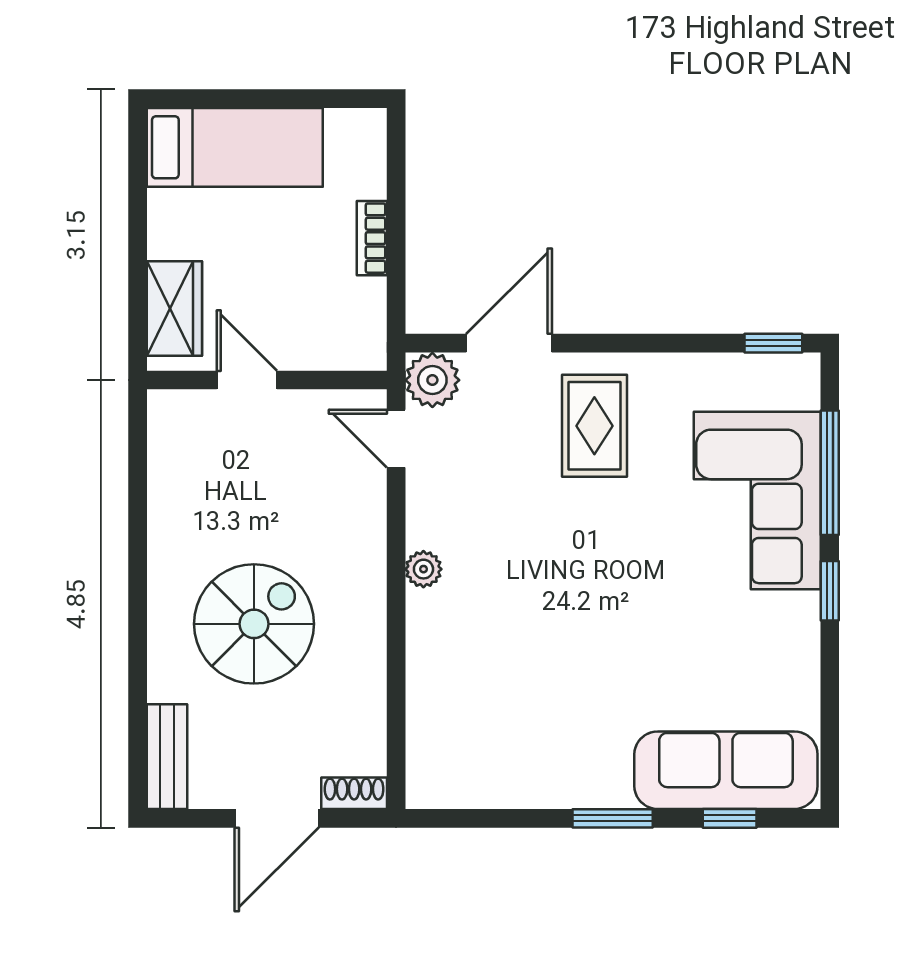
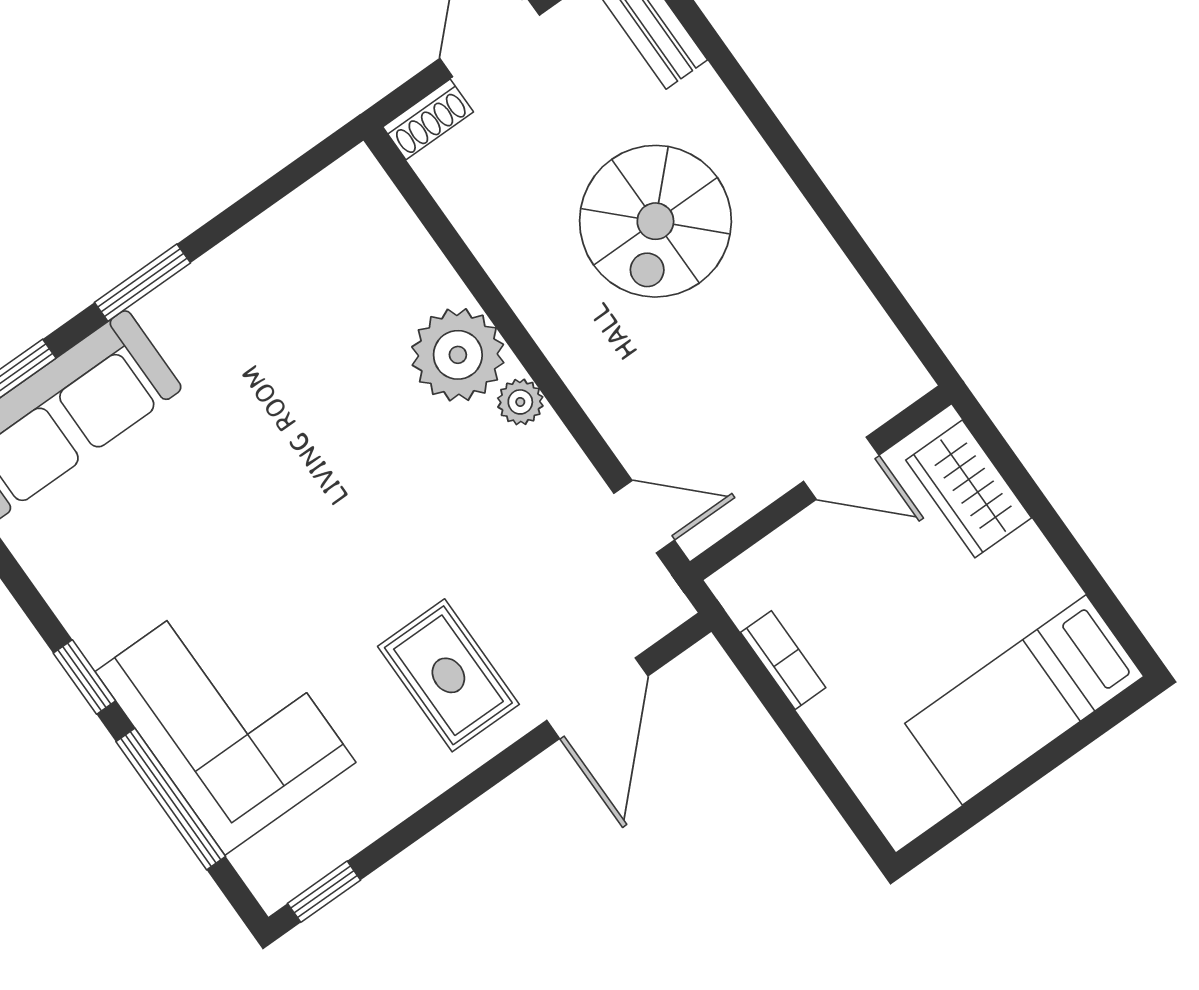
bookcase: (372, 238) -> (783, 660), moved
plant: (432, 380) -> (458, 355), moved, width x1.36, depth x1.36

